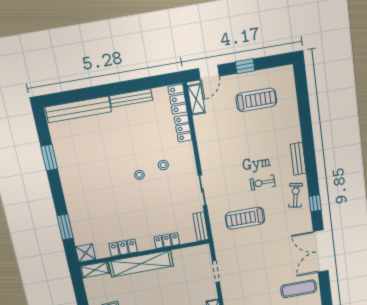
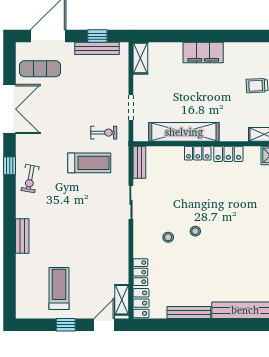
treadmill: (256, 100) -> (59, 289), turned 90
bench: (298, 159) -> (22, 236), moved
exercise bike: (263, 183) -> (104, 133), moved
locker: (167, 241) -> (198, 153), moved
shelving: (141, 264) -> (184, 132), moved

